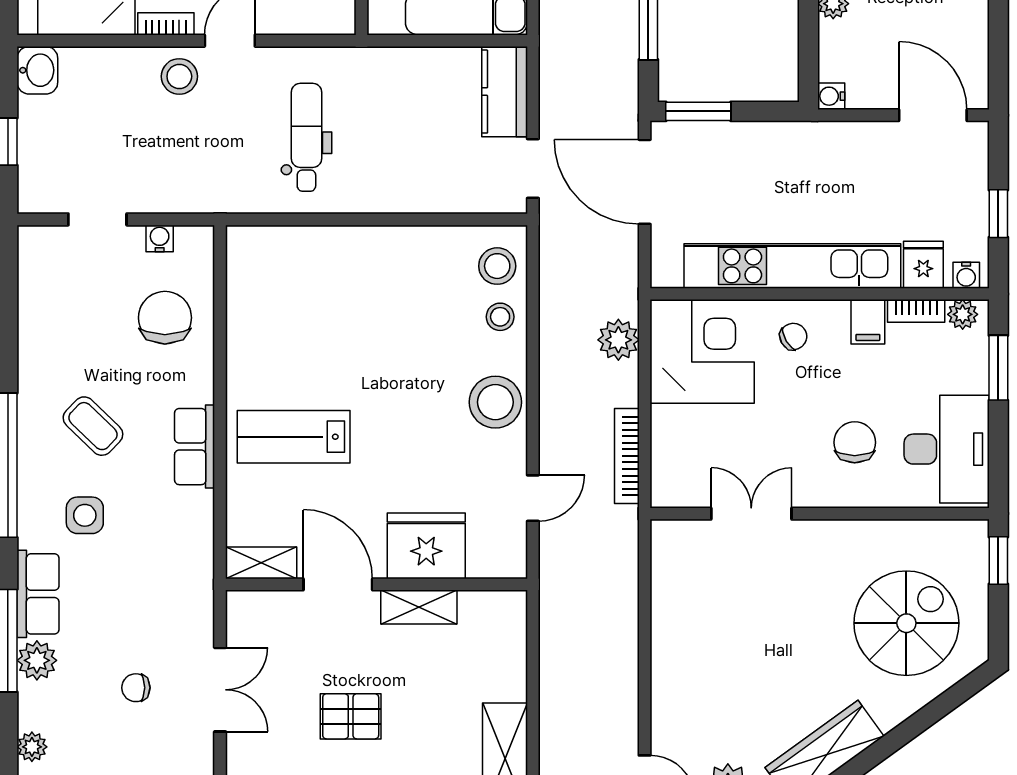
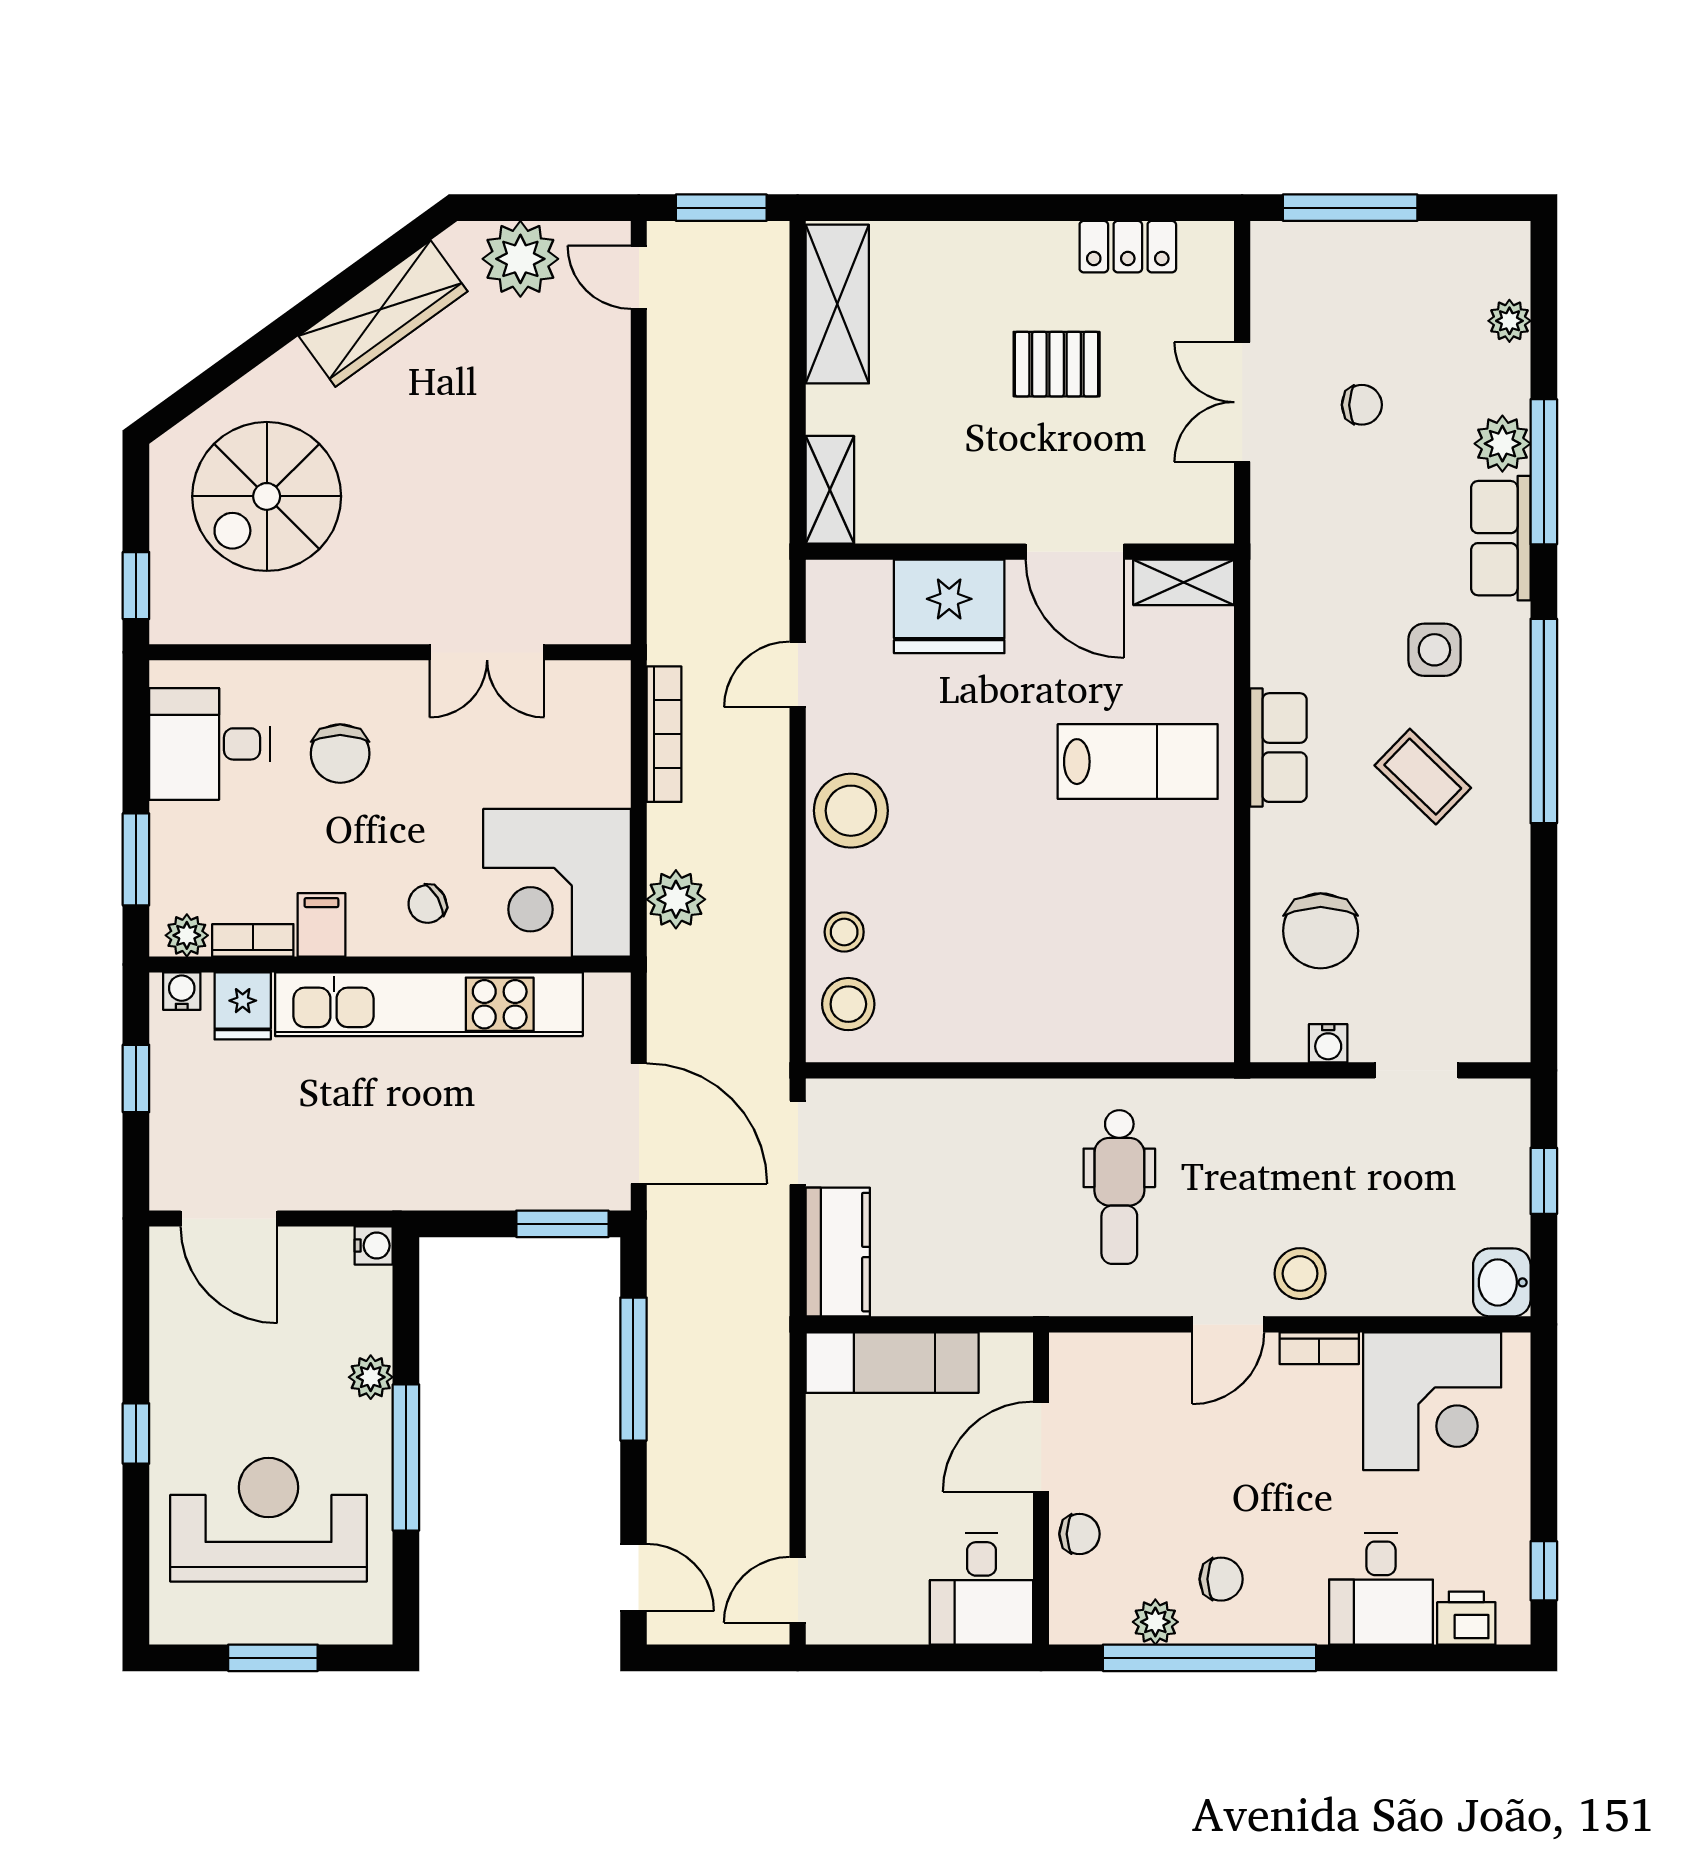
desk: (947, 449) -> (209, 744), width x0.73
shelving: (419, 607) -> (830, 490), moved, turned 90

